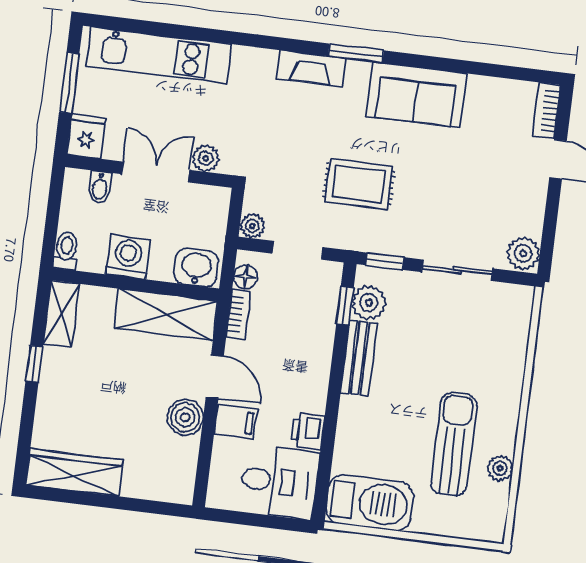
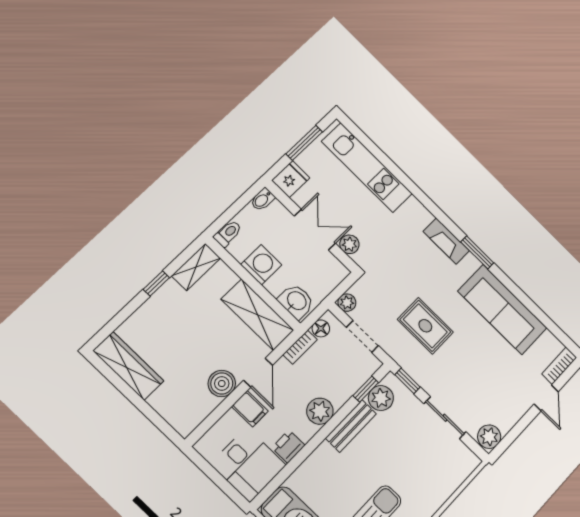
sofa: (416, 95) -> (502, 310), width x1.36
bidet: (100, 187) -> (262, 200), moved
plant: (313, 368) -> (320, 411), added

